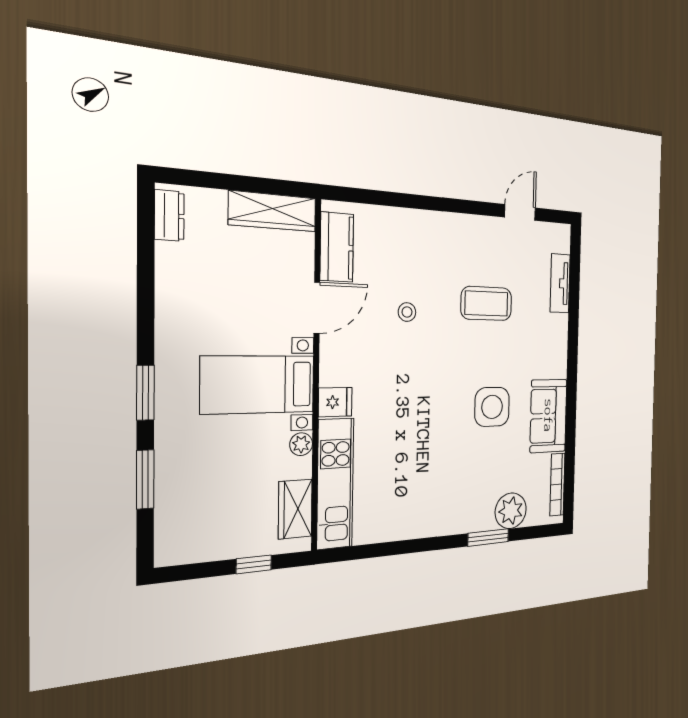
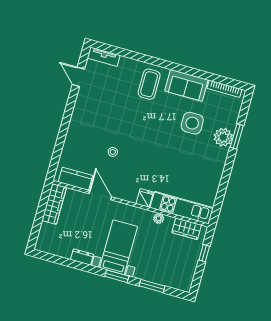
dresser: (169, 216) -> (82, 257), moved
tv unit: (560, 283) -> (104, 57), moved
coffee table: (486, 304) -> (149, 84), moved
bed with nightstands: (258, 385) -> (119, 247), moved, turned 180
side table: (492, 407) -> (192, 123), moved
plant: (511, 511) -> (223, 137), moved

